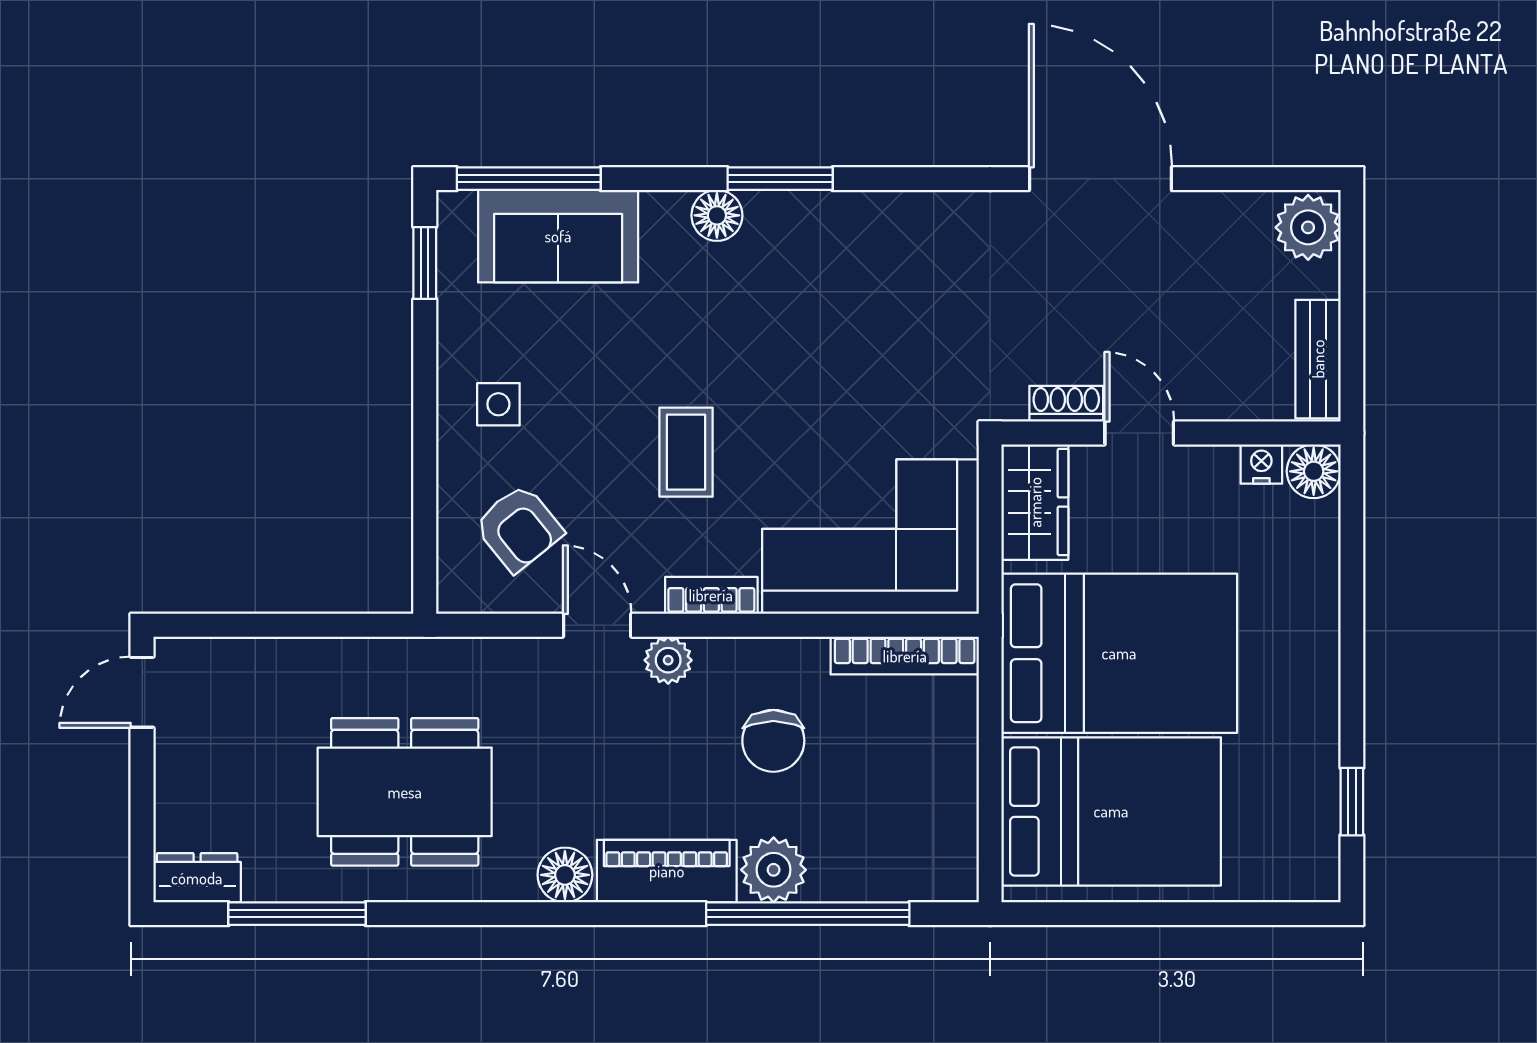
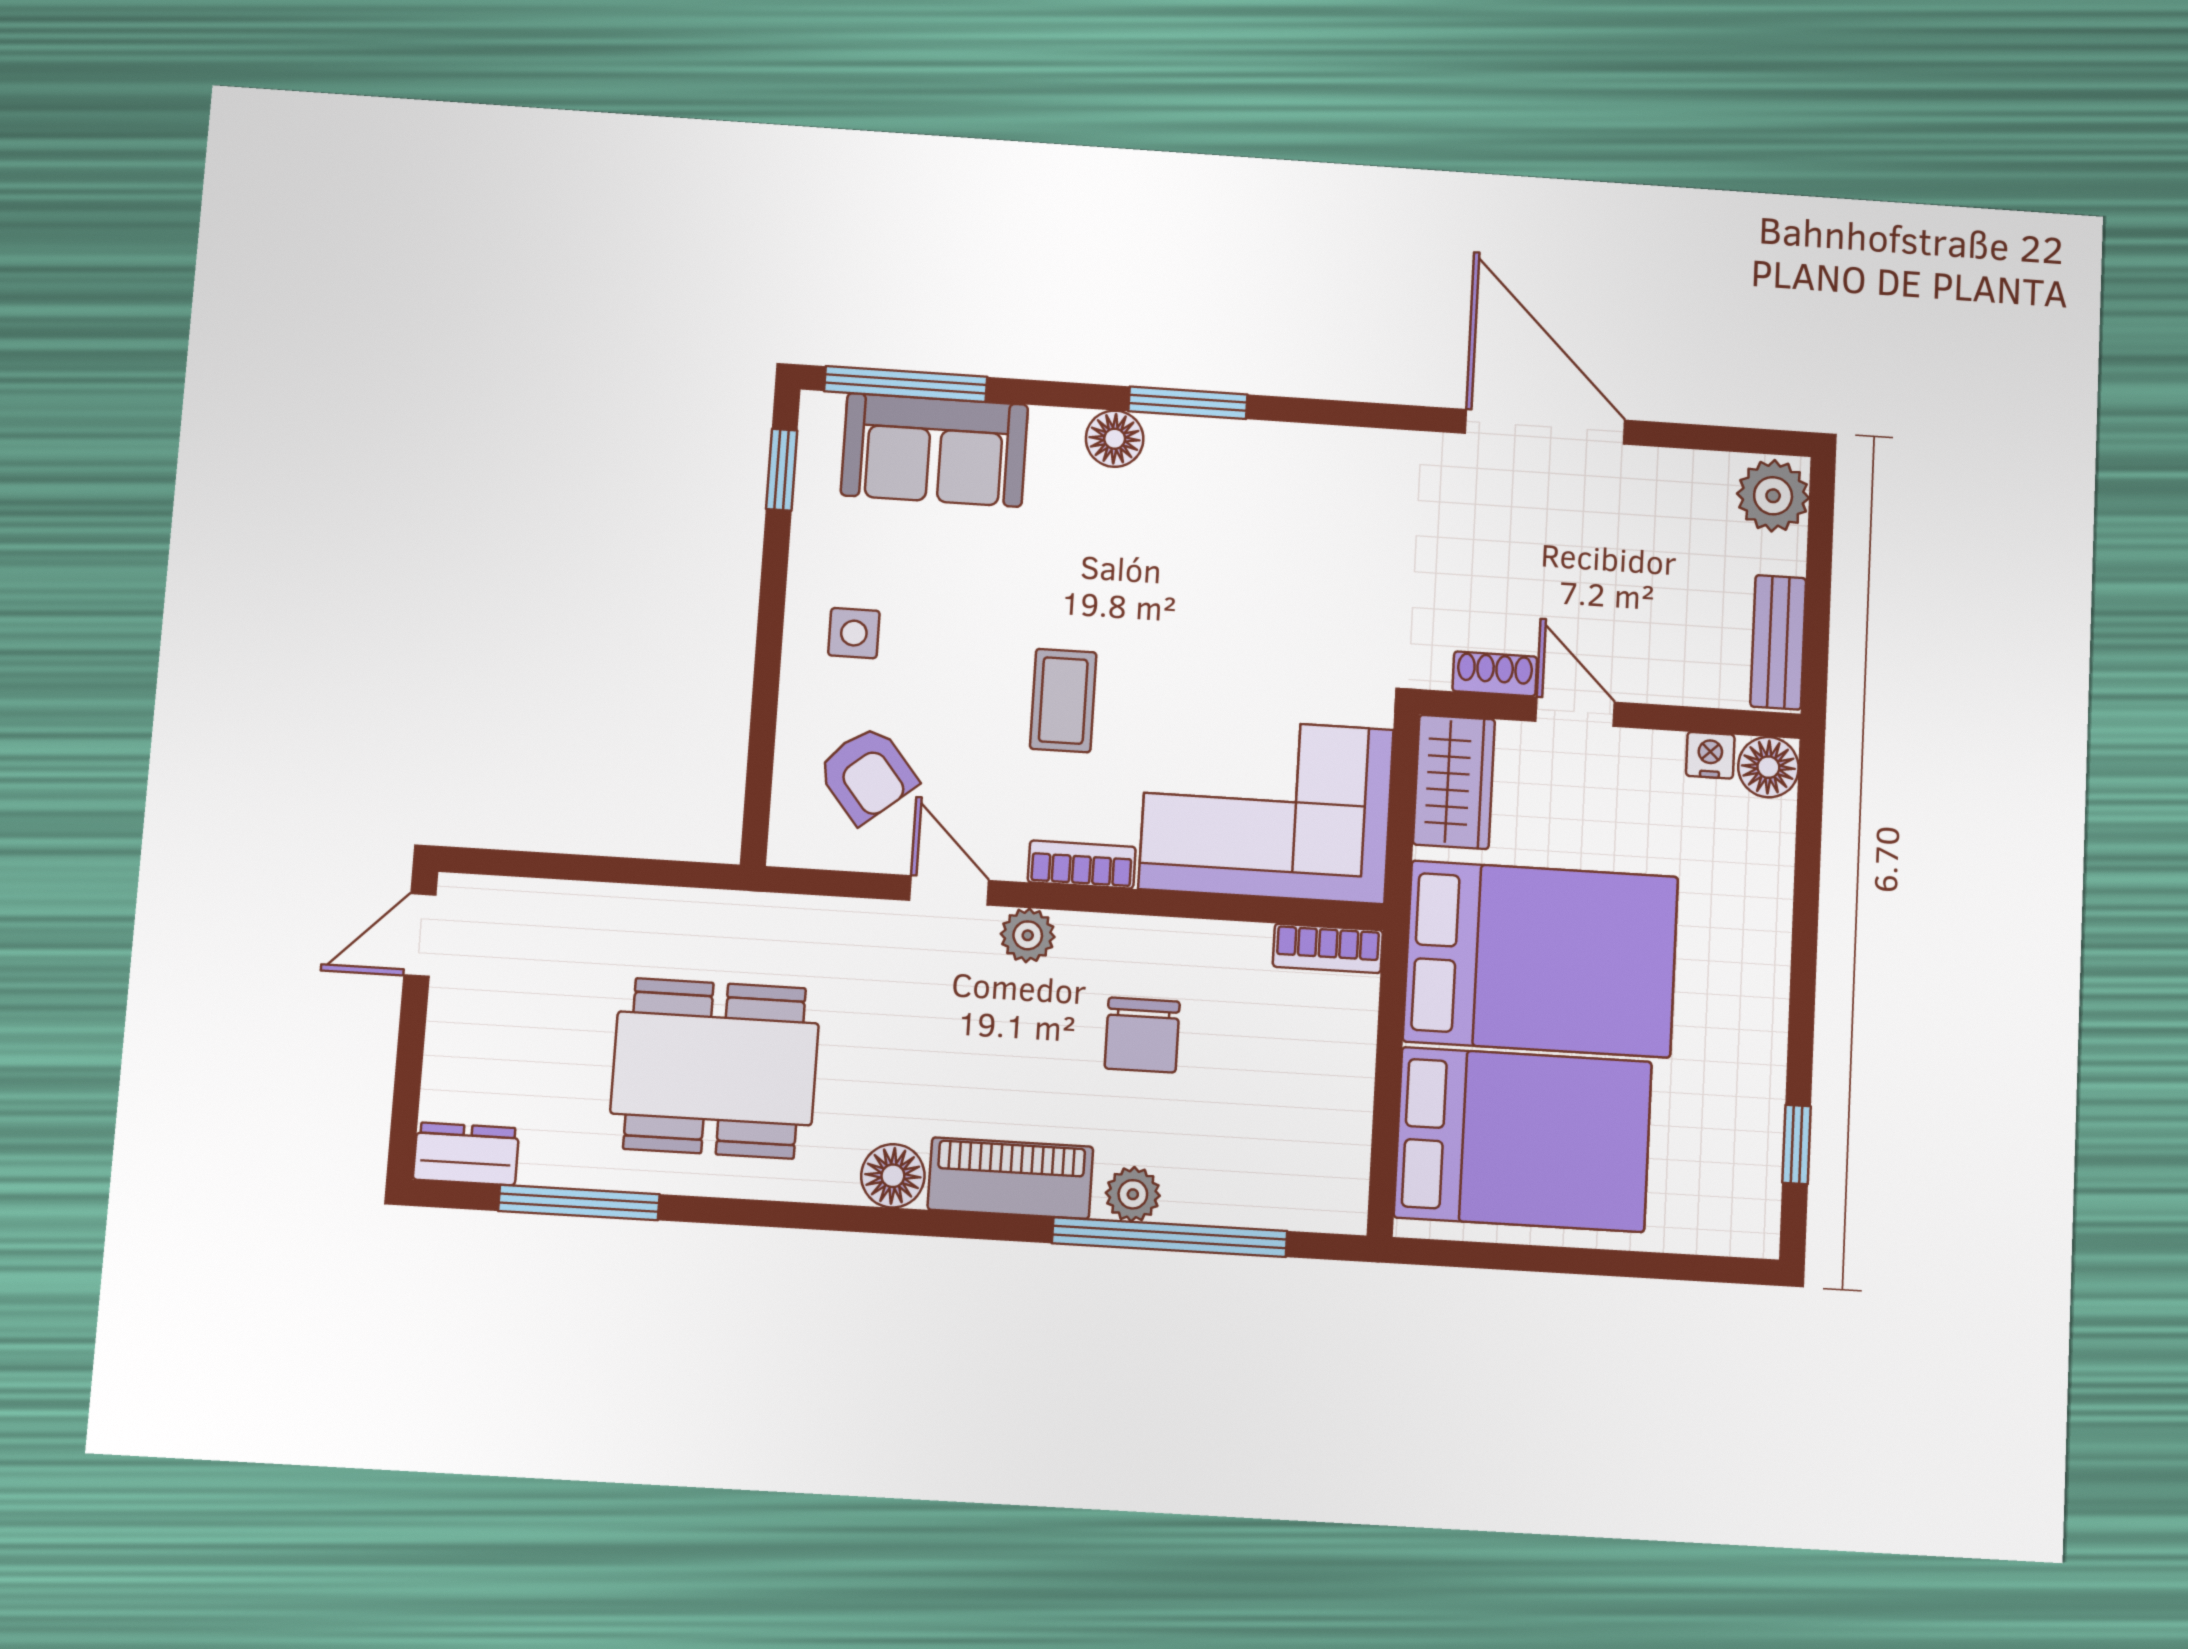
bookcase: (905, 656) -> (1328, 948), width x0.64
plant: (774, 870) -> (1133, 1194), width x0.73, depth x0.73

